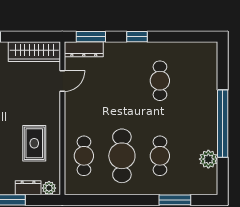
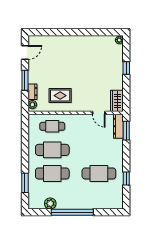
window: (137, 37) -> (126, 179), moved
wardrobe: (34, 52) -> (117, 101), width x0.67
cafe table: (160, 81) -> (99, 173), width x1.37, depth x1.35
cafe table: (160, 156) -> (52, 173), width x1.37, depth x1.35

